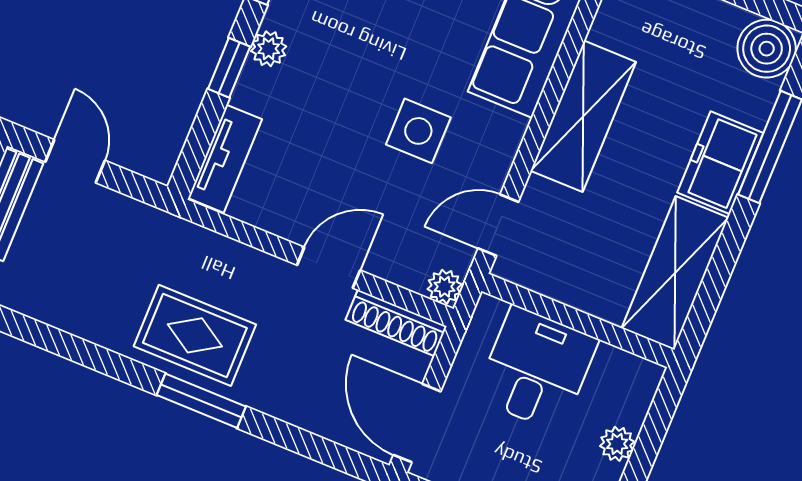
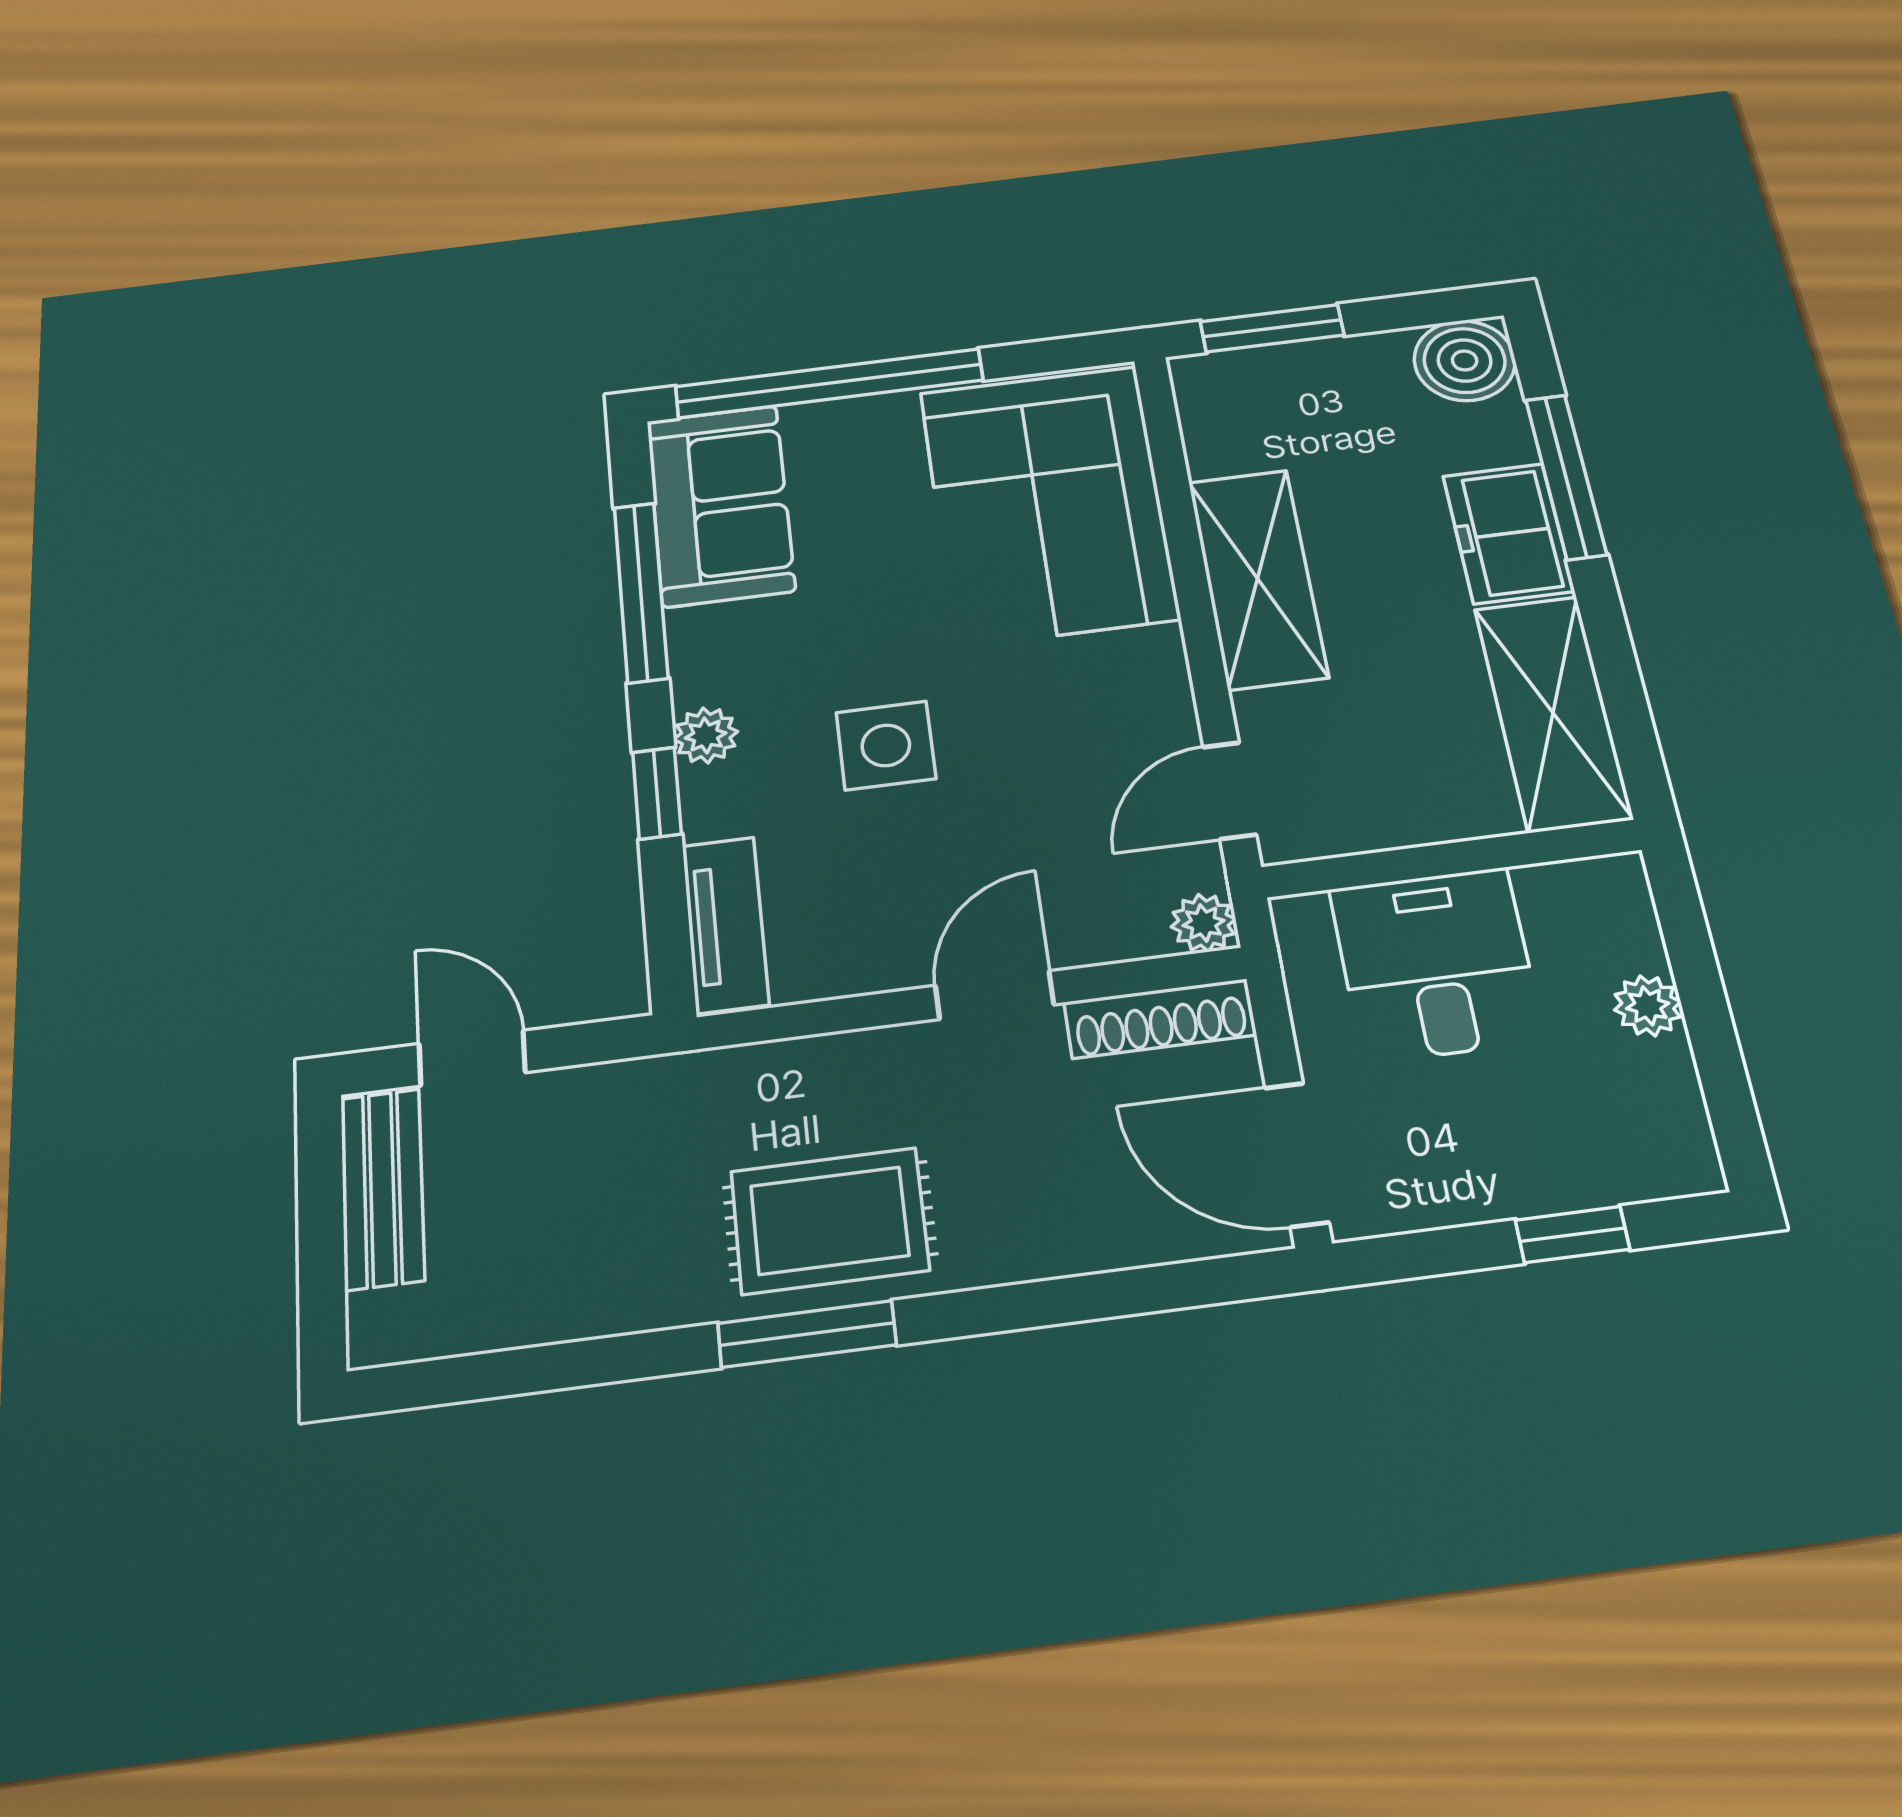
side table: (418, 131) -> (886, 745), moved
window: (201, 401) -> (807, 1334), moved

